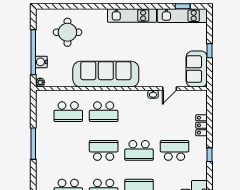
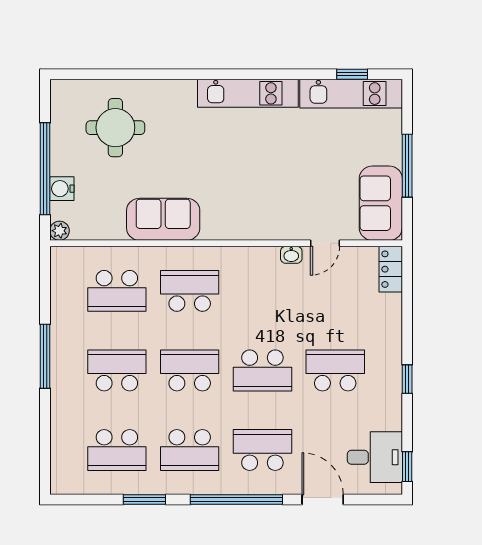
window: (210, 51) -> (407, 166), width x2.17
sofa: (106, 74) -> (163, 219), width x0.54, depth x0.79
school desk: (104, 112) -> (190, 291), turned 180
locker: (202, 125) -> (391, 269), moved
school desk: (68, 150) -> (117, 370), added

